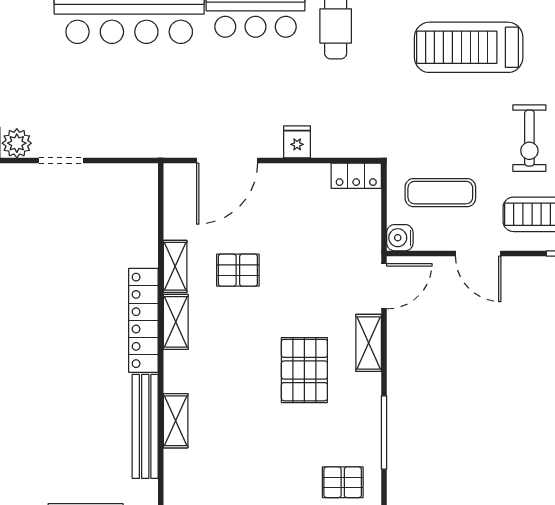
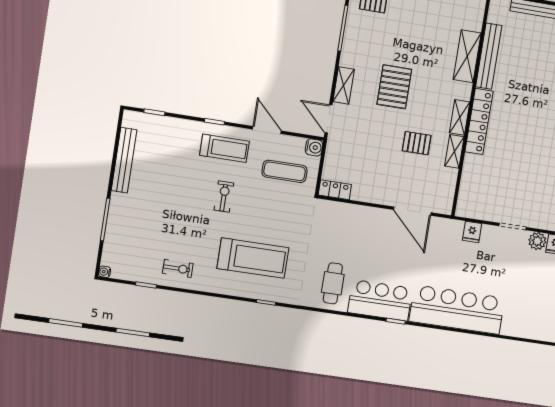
exercise bike: (529, 138) -> (224, 196), width x0.73, depth x0.72
fridge: (297, 142) -> (472, 232), moved
door: (227, 160) -> (412, 211), swing flipped
door: (384, 286) -> (329, 119), hinge flipped
pallet: (304, 370) -> (394, 87), moved
shelving: (176, 421) -> (467, 56), width x1.50, depth x1.33

